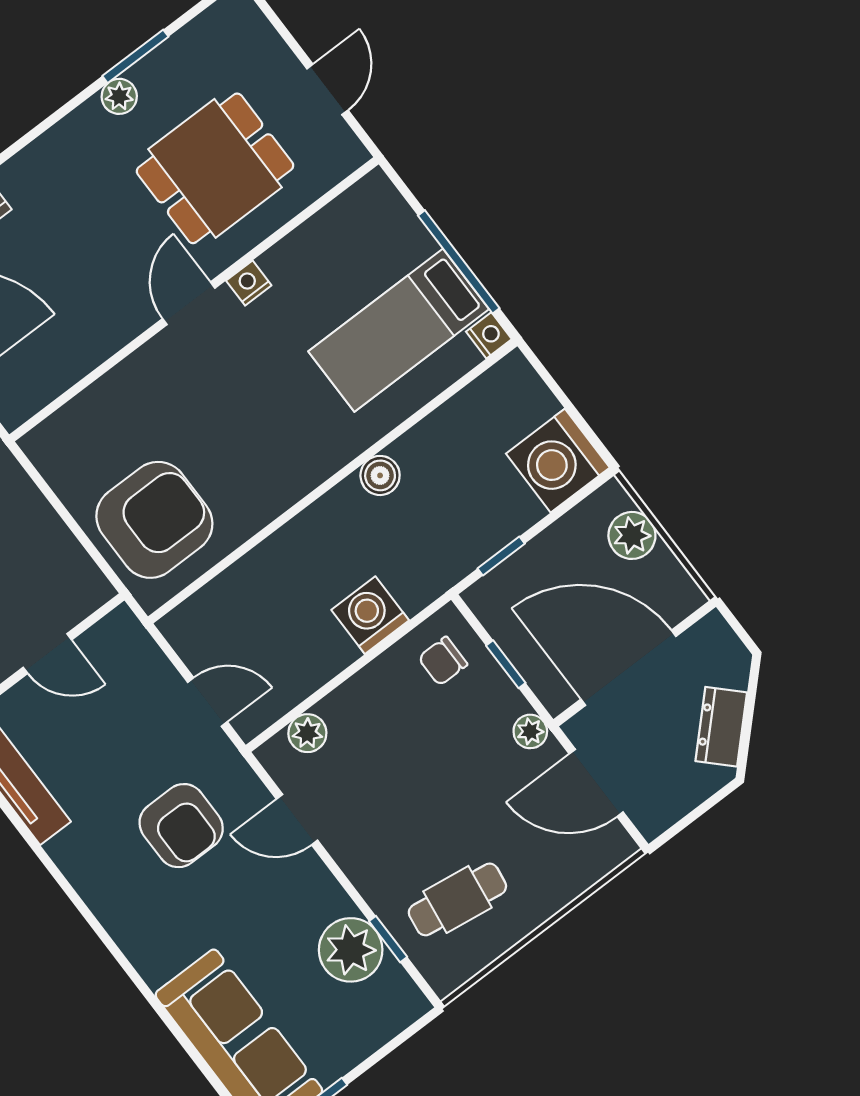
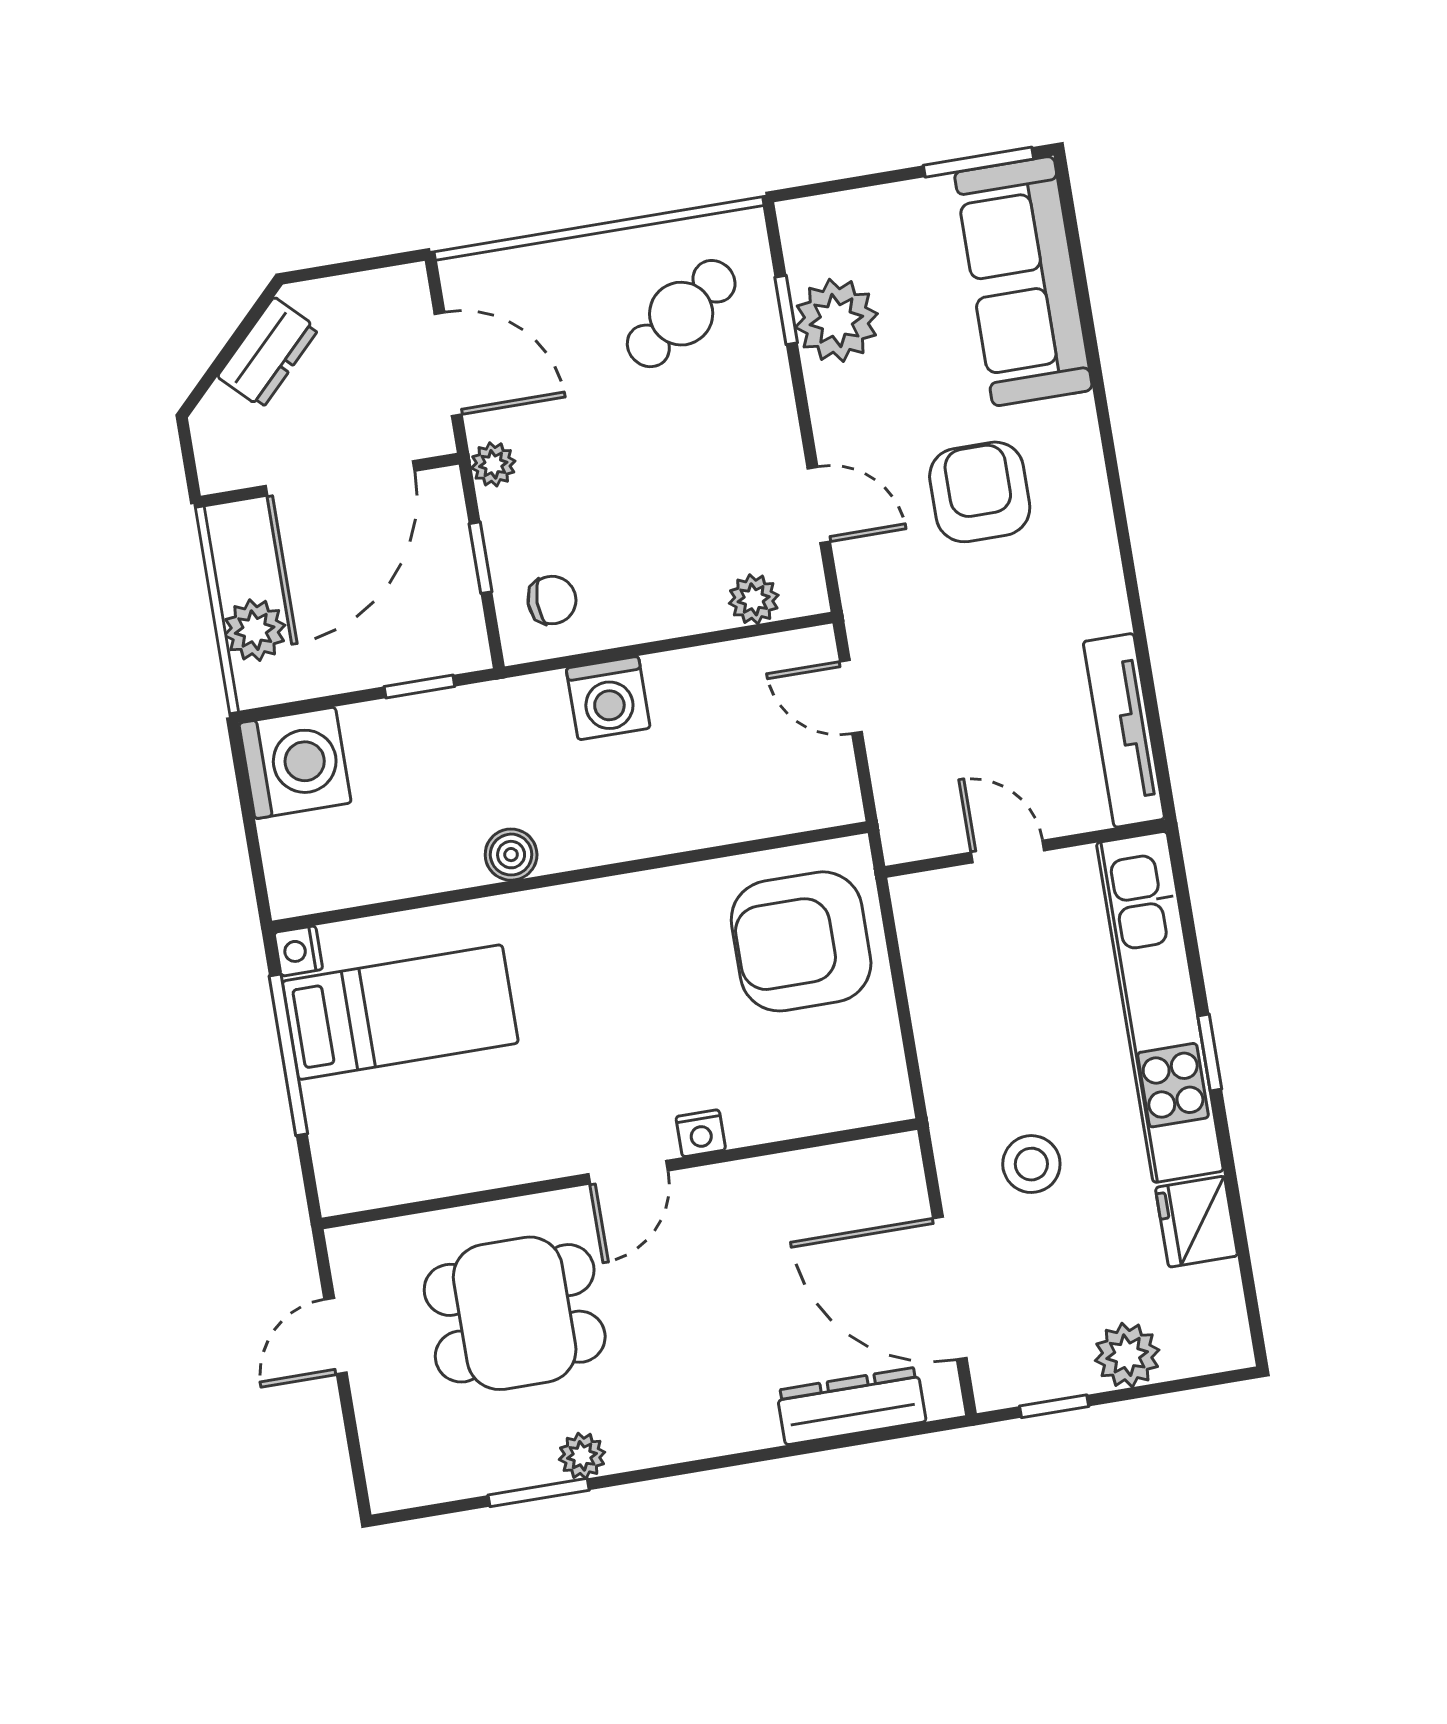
nightstand: (249, 283) -> (701, 1133), moved
door: (628, 668) -> (340, 478), hinge flipped
armchair: (181, 826) -> (980, 492), moved
cafe table: (457, 899) -> (681, 314), turned -43

